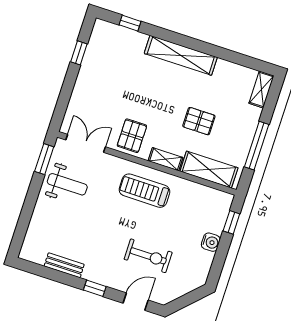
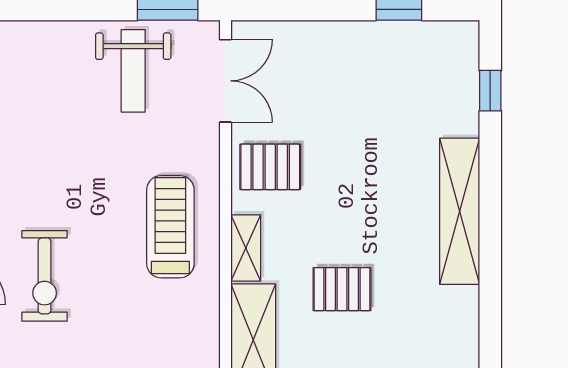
pallet: (199, 121) -> (342, 289), turned 90

